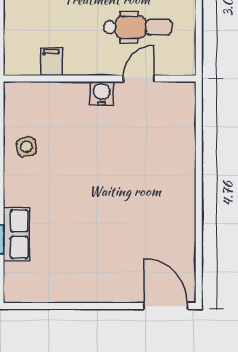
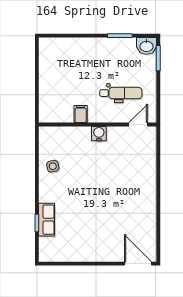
filing cabinet: (51, 62) -> (81, 114), moved
door: (139, 79) -> (138, 125), moved

